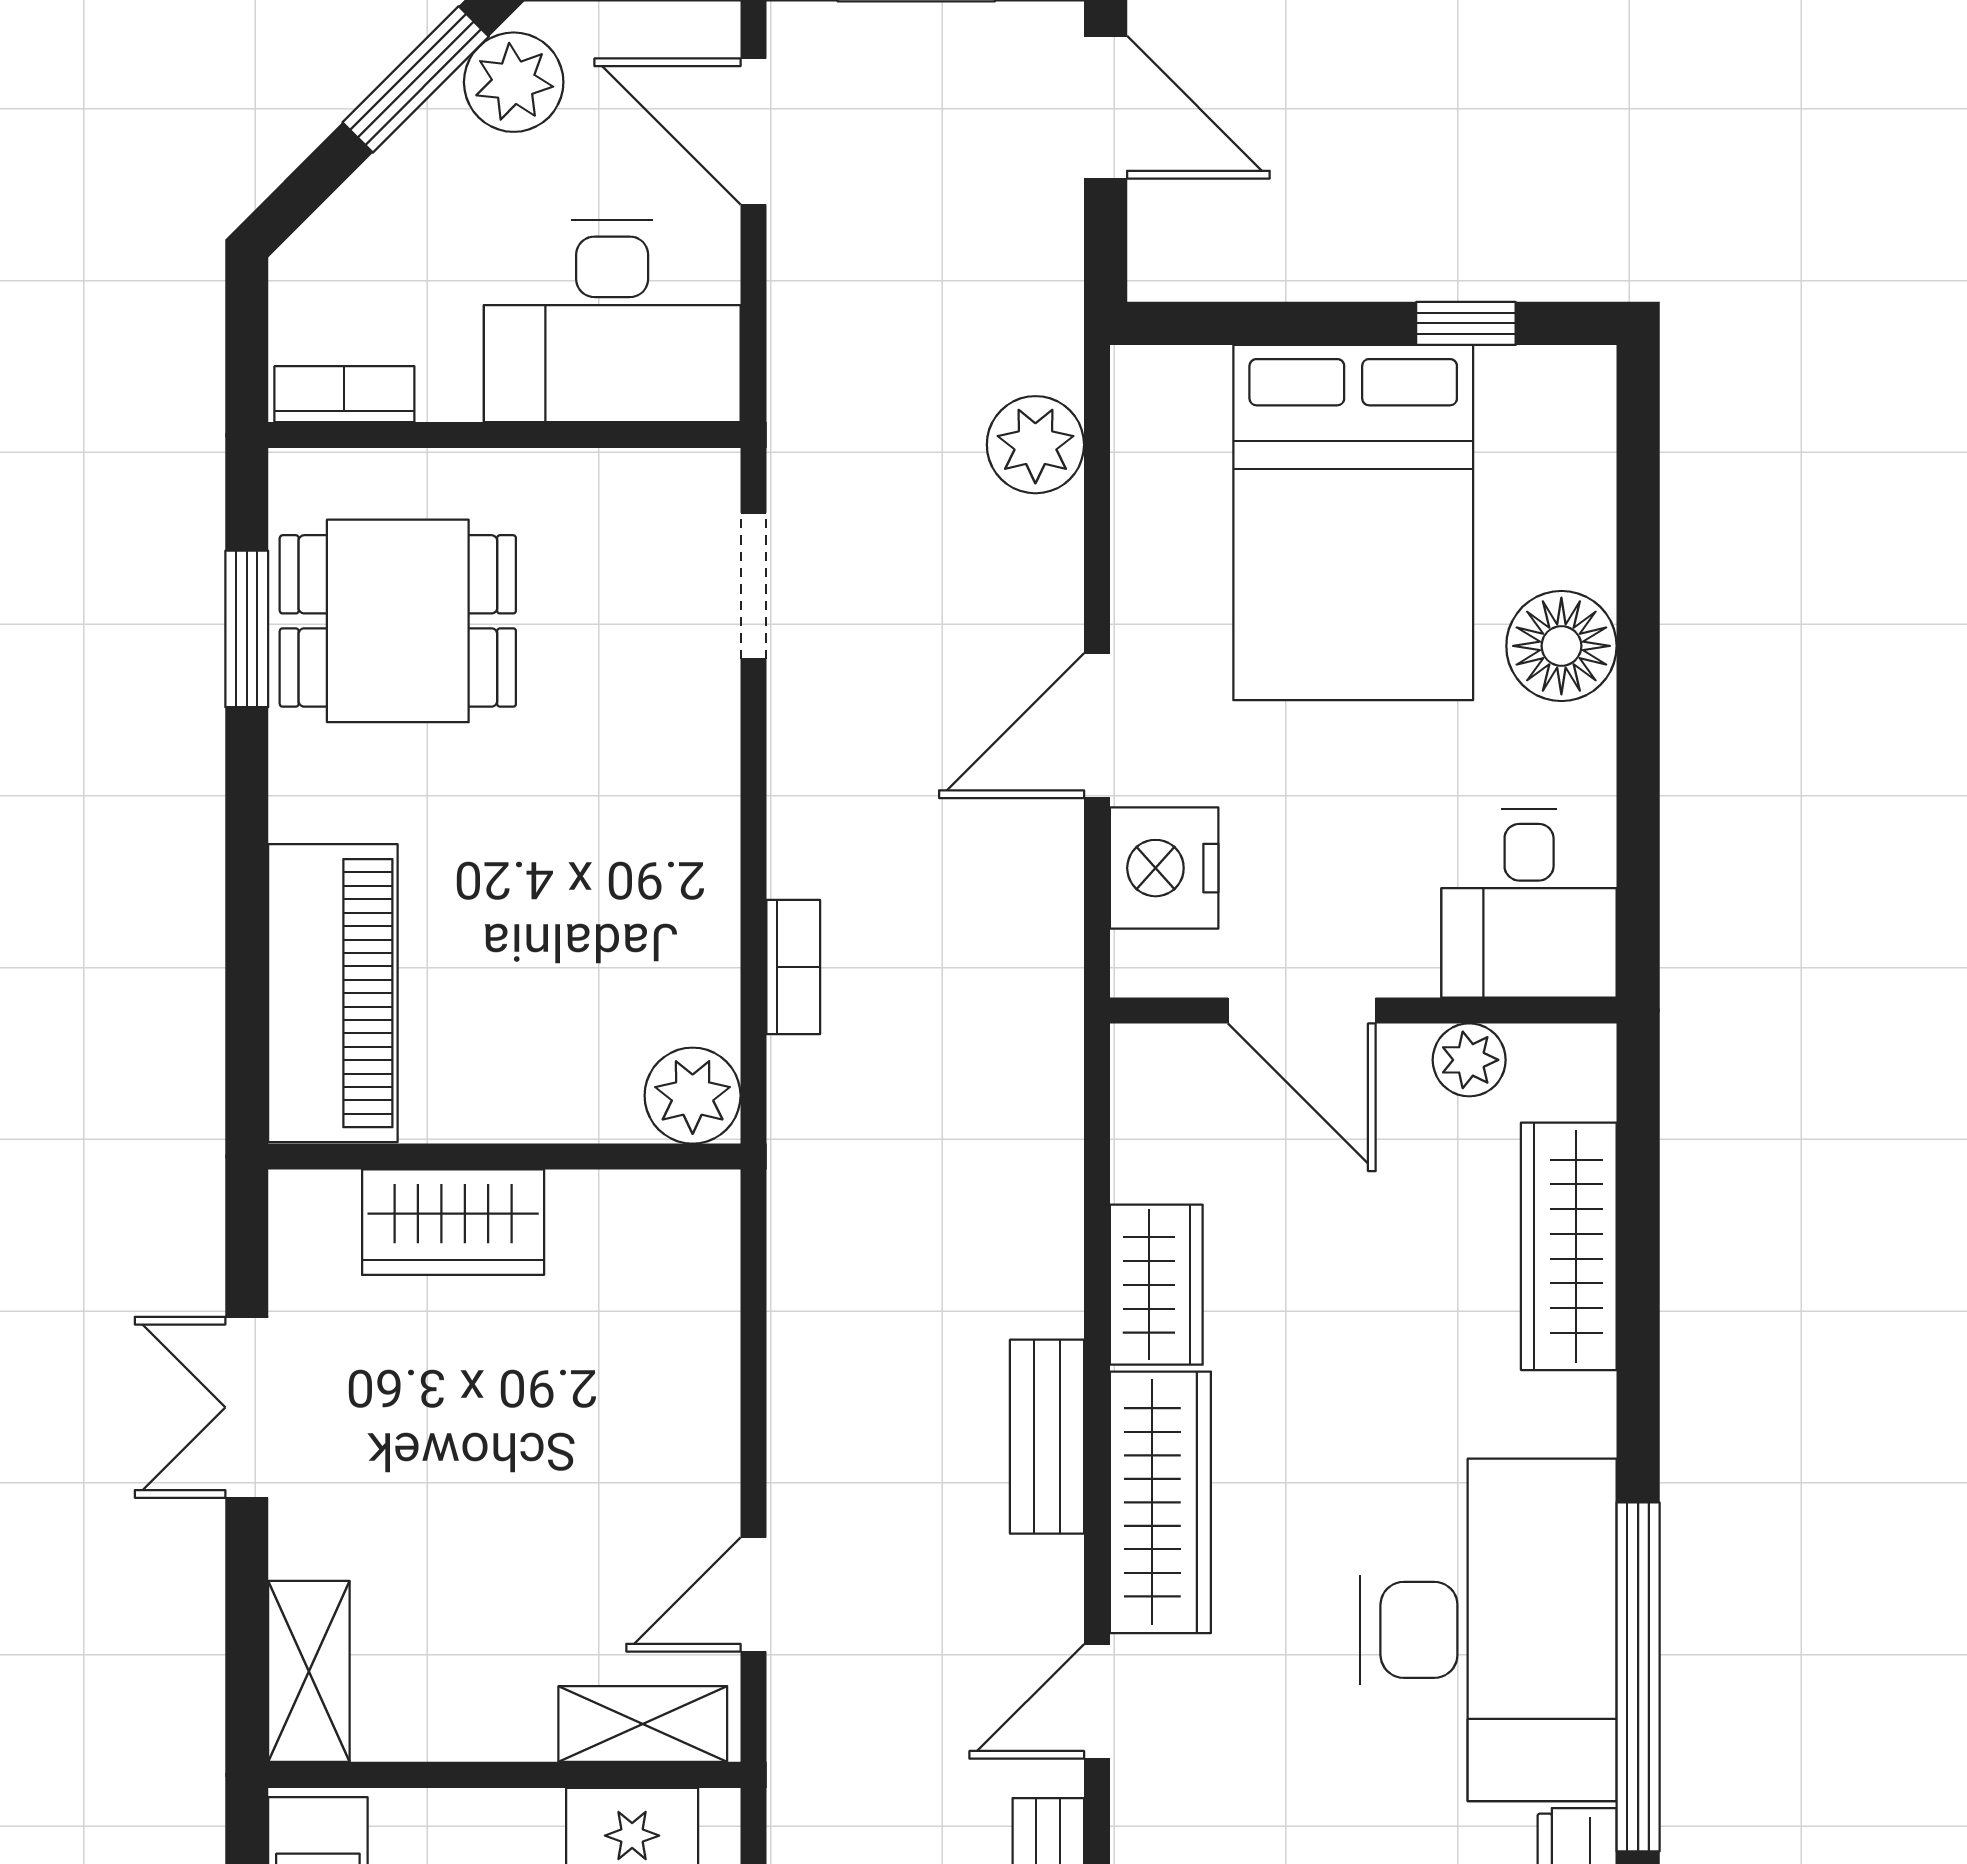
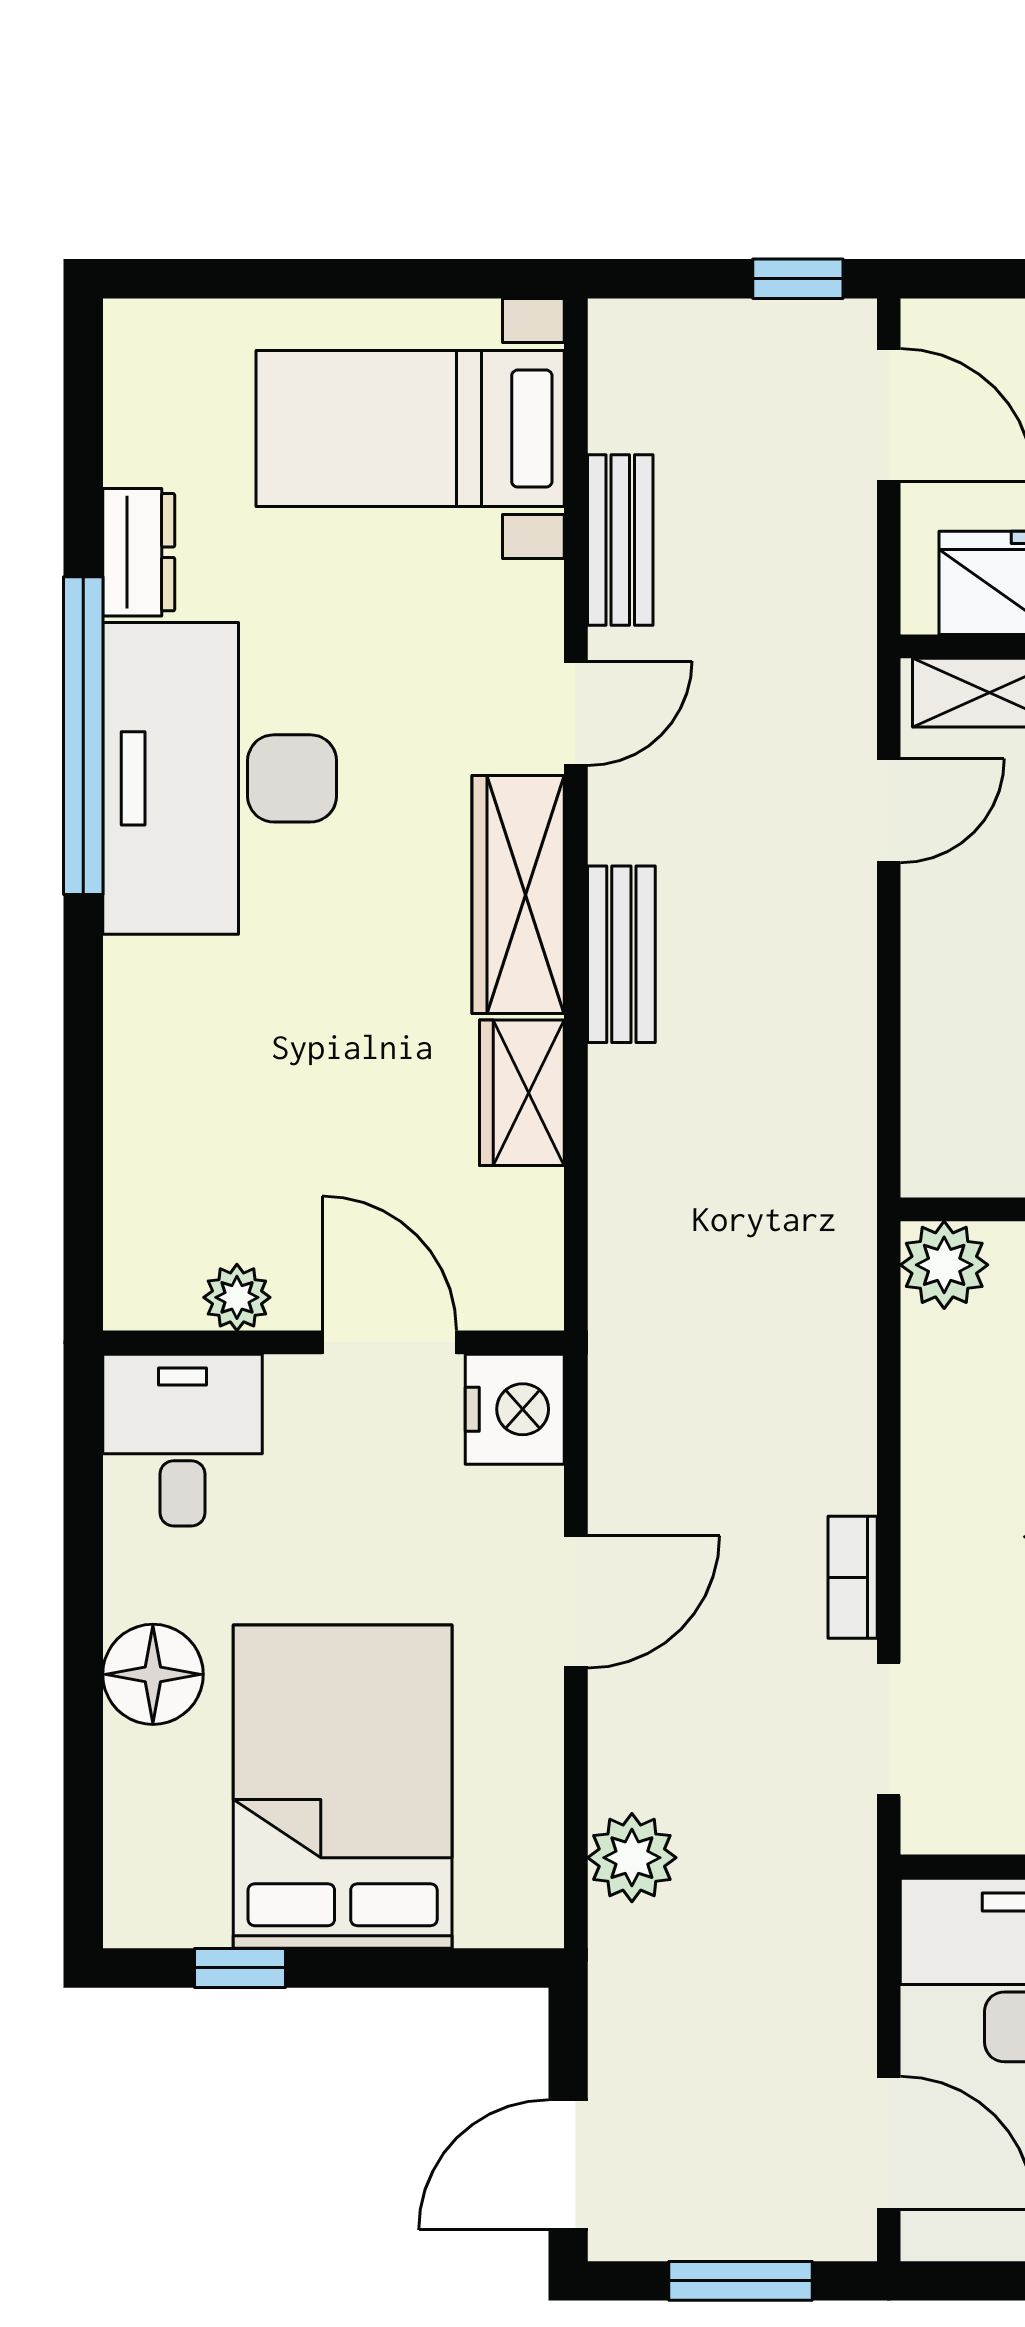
door: (1106, 107) -> (568, 2165), hinge flipped
nightstand: (1164, 868) -> (515, 1409), moved
bookcase: (793, 967) -> (853, 1577), moved
wardrobe: (1569, 1246) -> (146, 1128), removed

